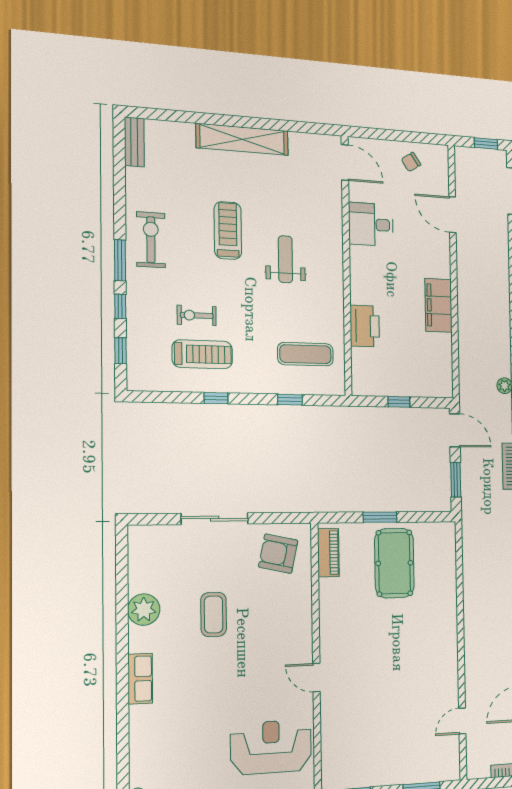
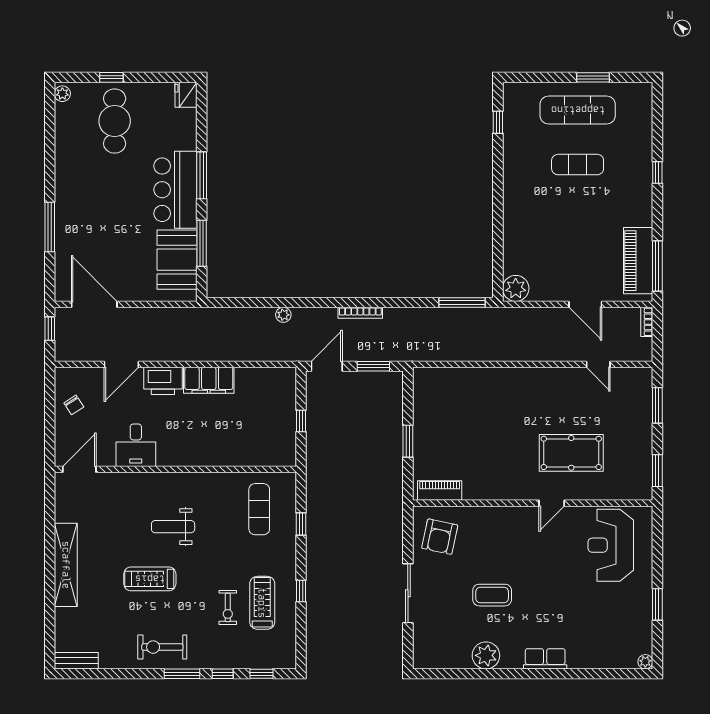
printer: (365, 326) -> (163, 381), moved, turned 180
pool table: (394, 563) -> (571, 453), moved

